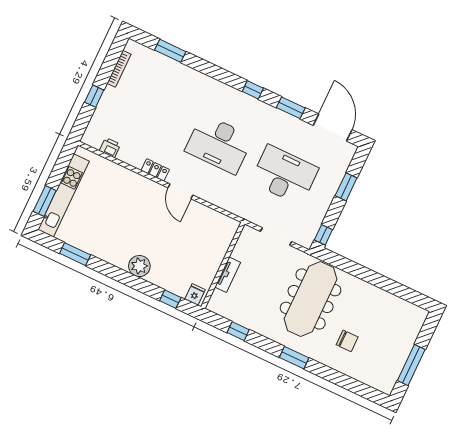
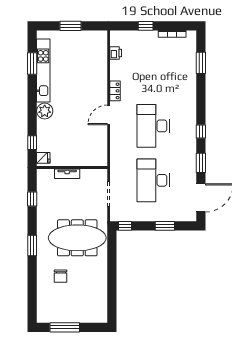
desk: (284, 175) -> (153, 180), turned 180
kitchen unit: (64, 195) -> (43, 70), moved, turned -90
window: (45, 201) -> (71, 26), moved

